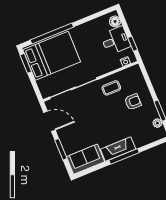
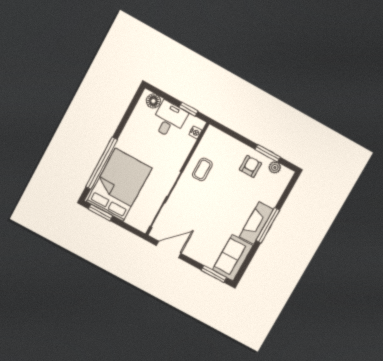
armchair: (133, 102) -> (251, 166), moved
window: (61, 149) -> (214, 274), moved

